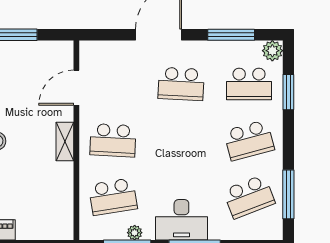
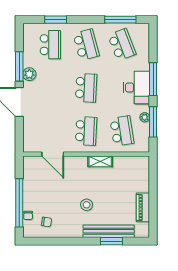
window: (231, 35) -> (19, 66), moved
plant: (272, 51) -> (29, 74), moved
school desk: (181, 84) -> (86, 88), moved
shelving: (65, 141) -> (100, 161), moved

